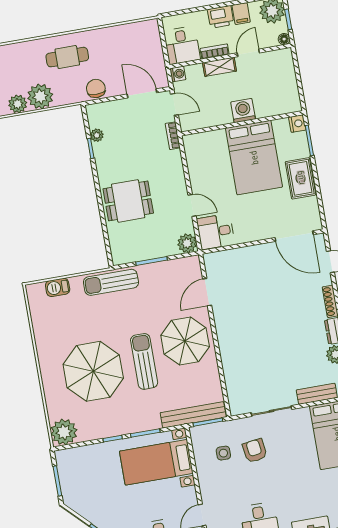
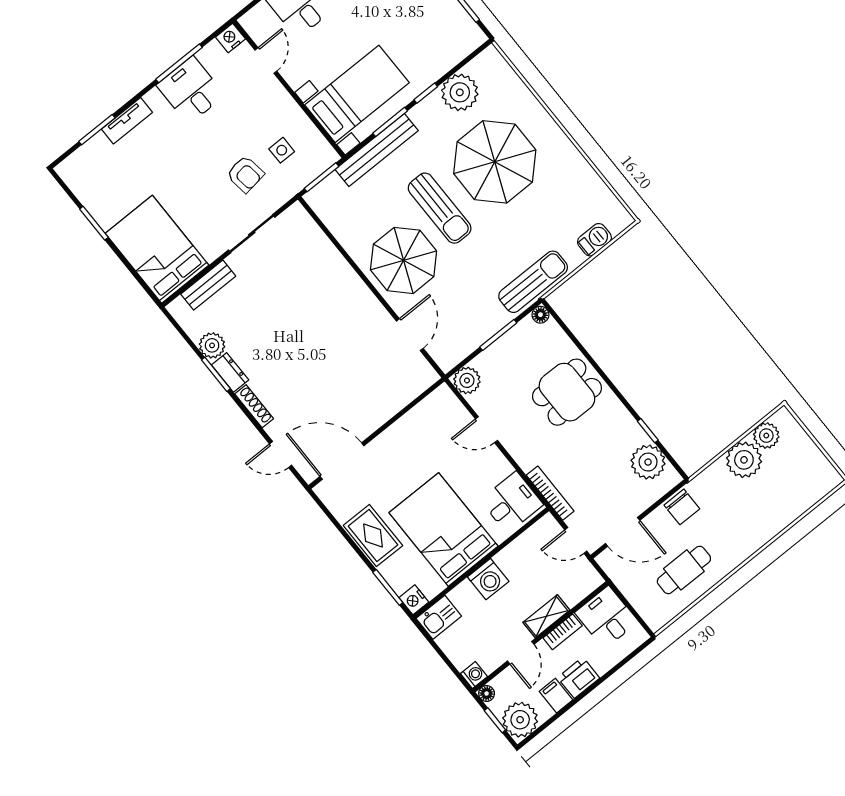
cafe table: (67, 57) -> (684, 570), moved
washing machine: (178, 74) -> (474, 675), moved, turned 180
kitchen sink: (288, 104) -> (439, 617), added
plant: (97, 135) -> (648, 462), width x1.87, depth x1.87
bookcase: (173, 136) -> (550, 493), width x1.56
desk: (216, 232) -> (512, 502), moved
floor lamp: (118, 259) -> (540, 315), added
bench: (193, 415) -> (377, 150), moved
plant: (64, 432) -> (460, 92), moved

